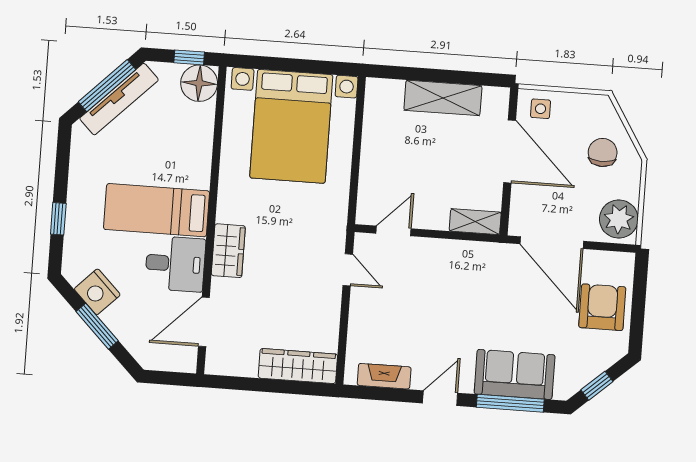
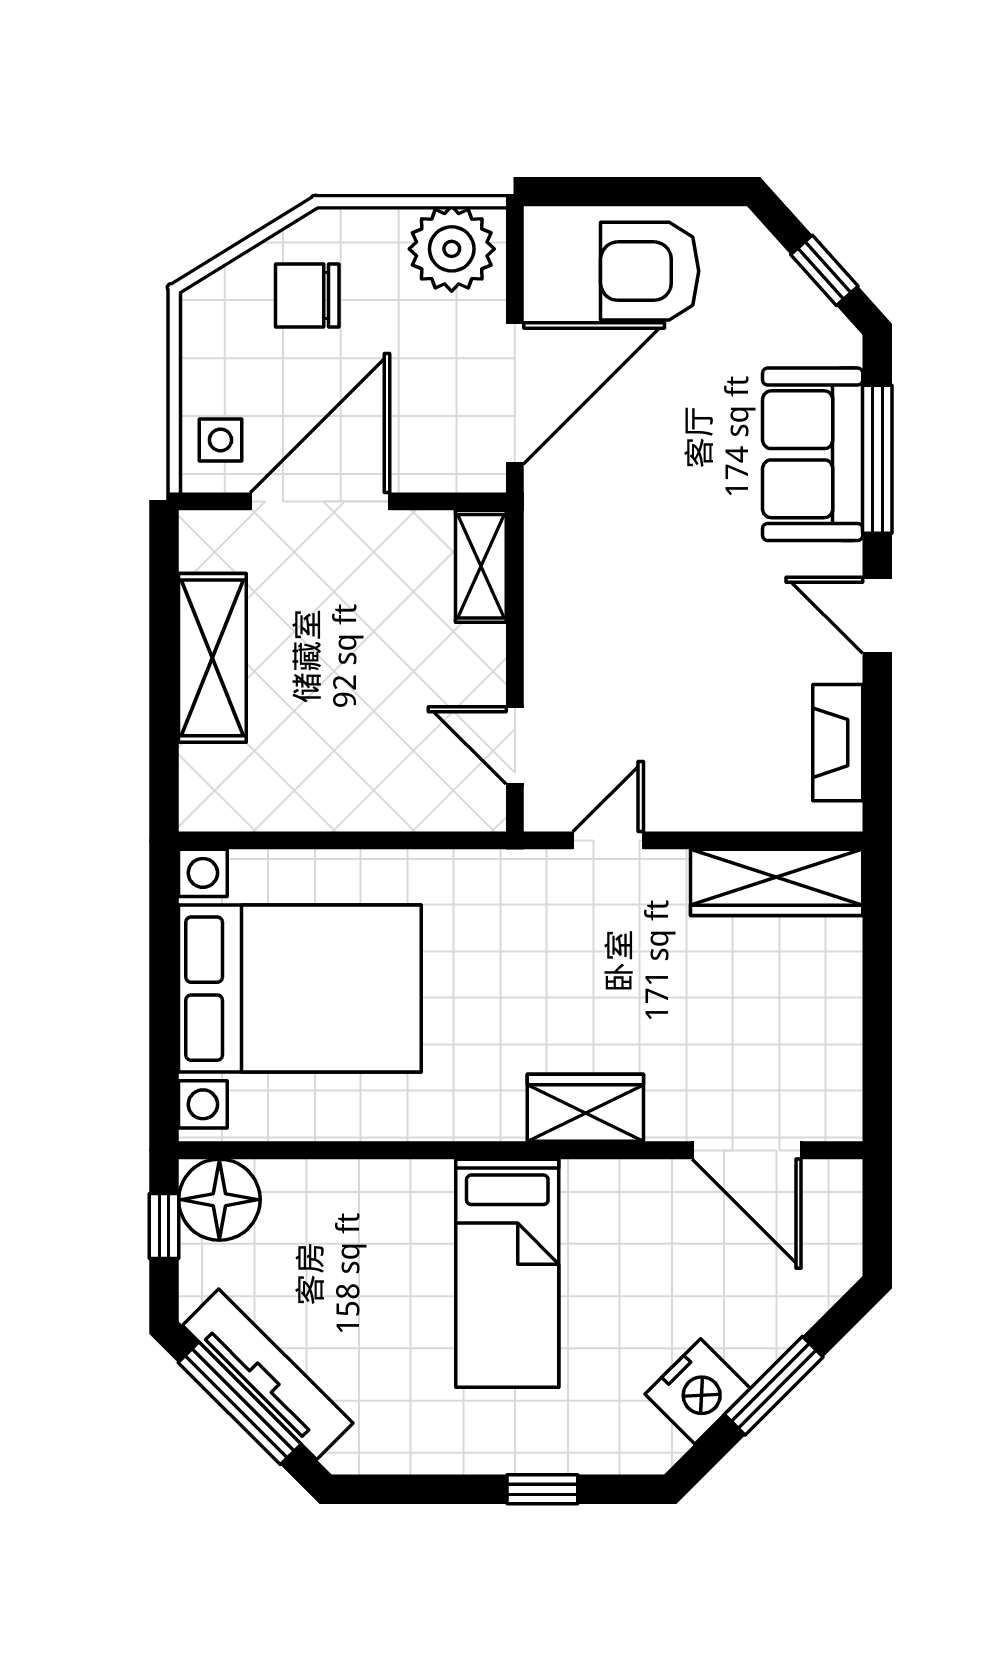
desk: (175, 264) -> (623, 1223), removed
wardrobe: (298, 366) -> (777, 882), moved, turned -90

